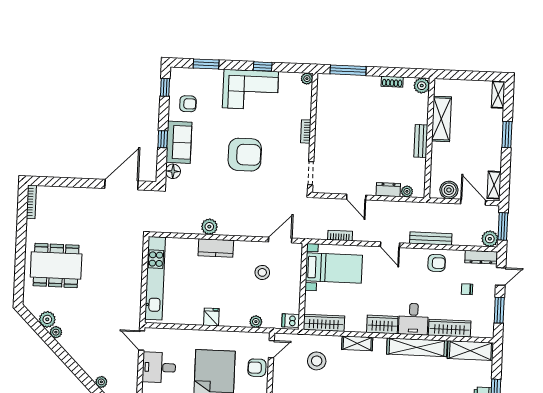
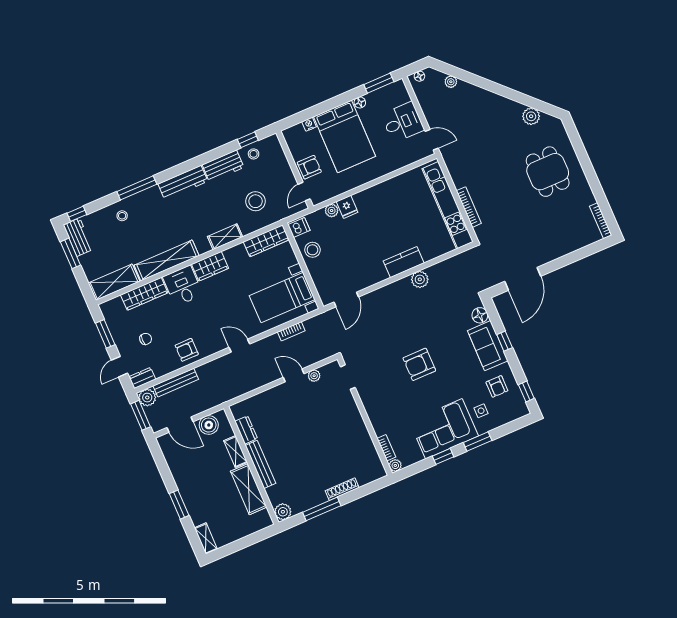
window: (206, 64) -> (478, 442), moved
window: (348, 70) -> (322, 509), moved
shoe rack: (392, 82) -> (342, 489), moved, width x1.43
side table: (211, 90) -> (481, 411), added
armchair: (188, 104) -> (497, 386), turned -90
bookcase: (306, 131) -> (386, 448), moved
bench: (421, 141) -> (261, 464), width x1.36
armchair: (245, 155) -> (419, 364), width x0.73, depth x0.73
shelving: (494, 185) -> (236, 452), moved
dresser: (388, 190) -> (246, 430), moved, turned -90
plant: (407, 191) -> (314, 376), moved
bench: (431, 238) -> (176, 383), moved
dresser: (481, 257) -> (142, 378), width x0.70
dining table: (56, 265) -> (548, 172), width x0.73
bookcase: (138, 268) -> (469, 207), added
stool: (262, 272) -> (312, 250), moved
fridge: (211, 317) -> (347, 207), moved
plant: (56, 332) -> (517, 108), removed

